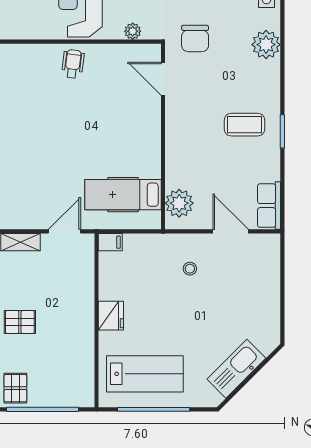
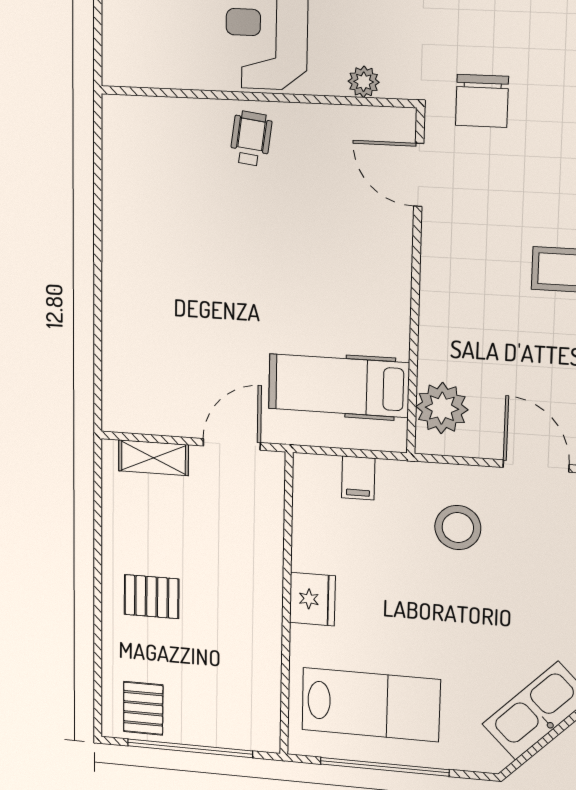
filing cabinet: (110, 242) -> (358, 478), moved, turned 90
stool: (190, 269) -> (458, 528), width x1.89, depth x1.89

